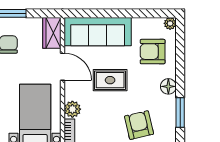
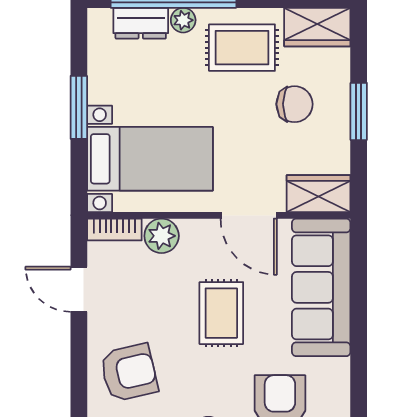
door: (62, 67) -> (249, 215), hinge flipped

